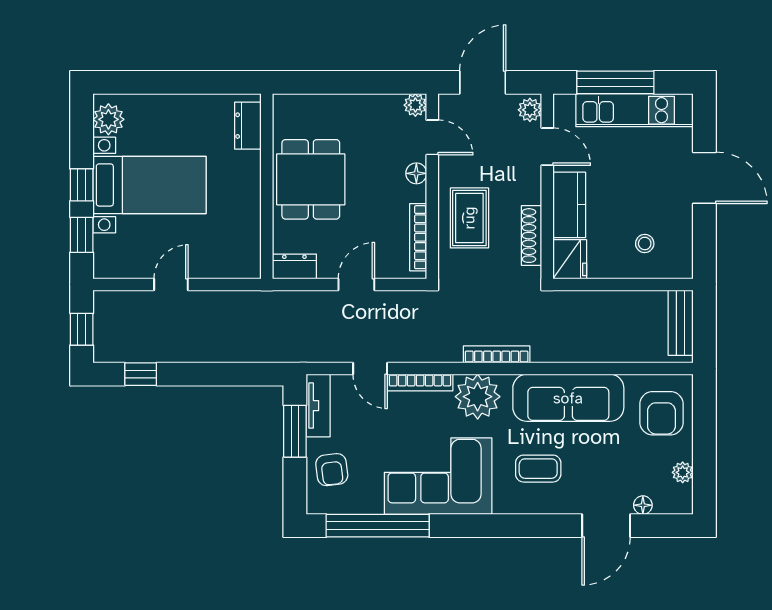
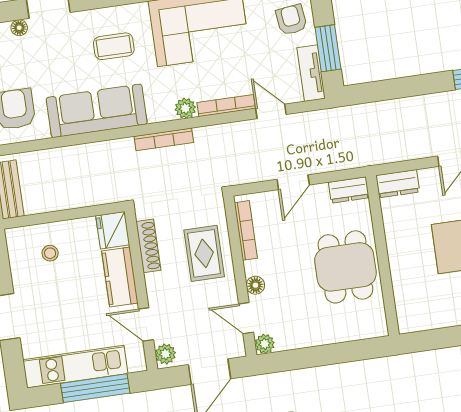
dresser: (248, 126) -> (398, 184), moved, turned 90
plant: (478, 397) -> (185, 108), width x0.53, depth x0.53

